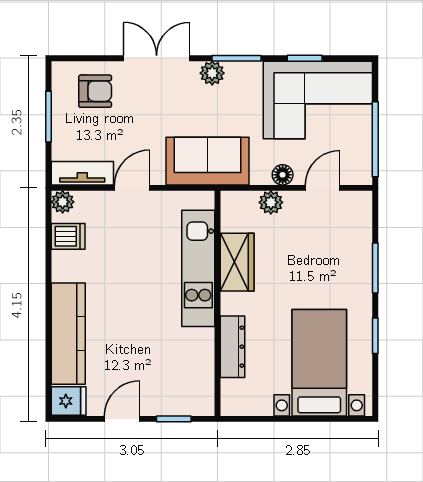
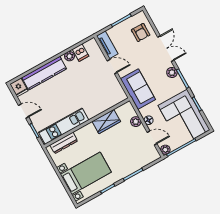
plant: (362, 174) -> (165, 150), added
plant: (63, 202) -> (69, 56), moved
kitchen unit: (198, 268) -> (64, 126), moved
dresser: (232, 347) -> (64, 143), moved

